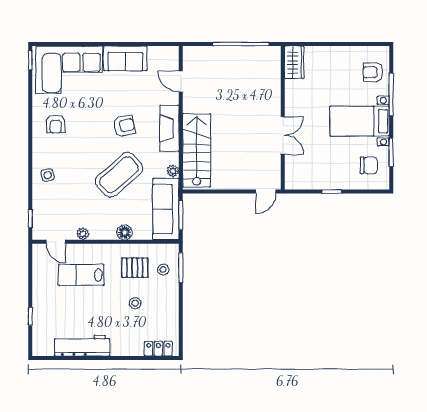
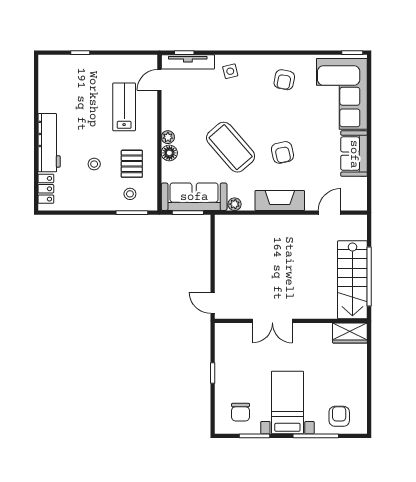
armchair: (56, 124) -> (284, 80), turned -79
stairs: (197, 150) -> (352, 280), moved, turned 90
tv unit: (39, 215) -> (188, 62), added
plant: (83, 234) -> (168, 137), moved
workbench: (82, 346) -> (49, 143), moved

